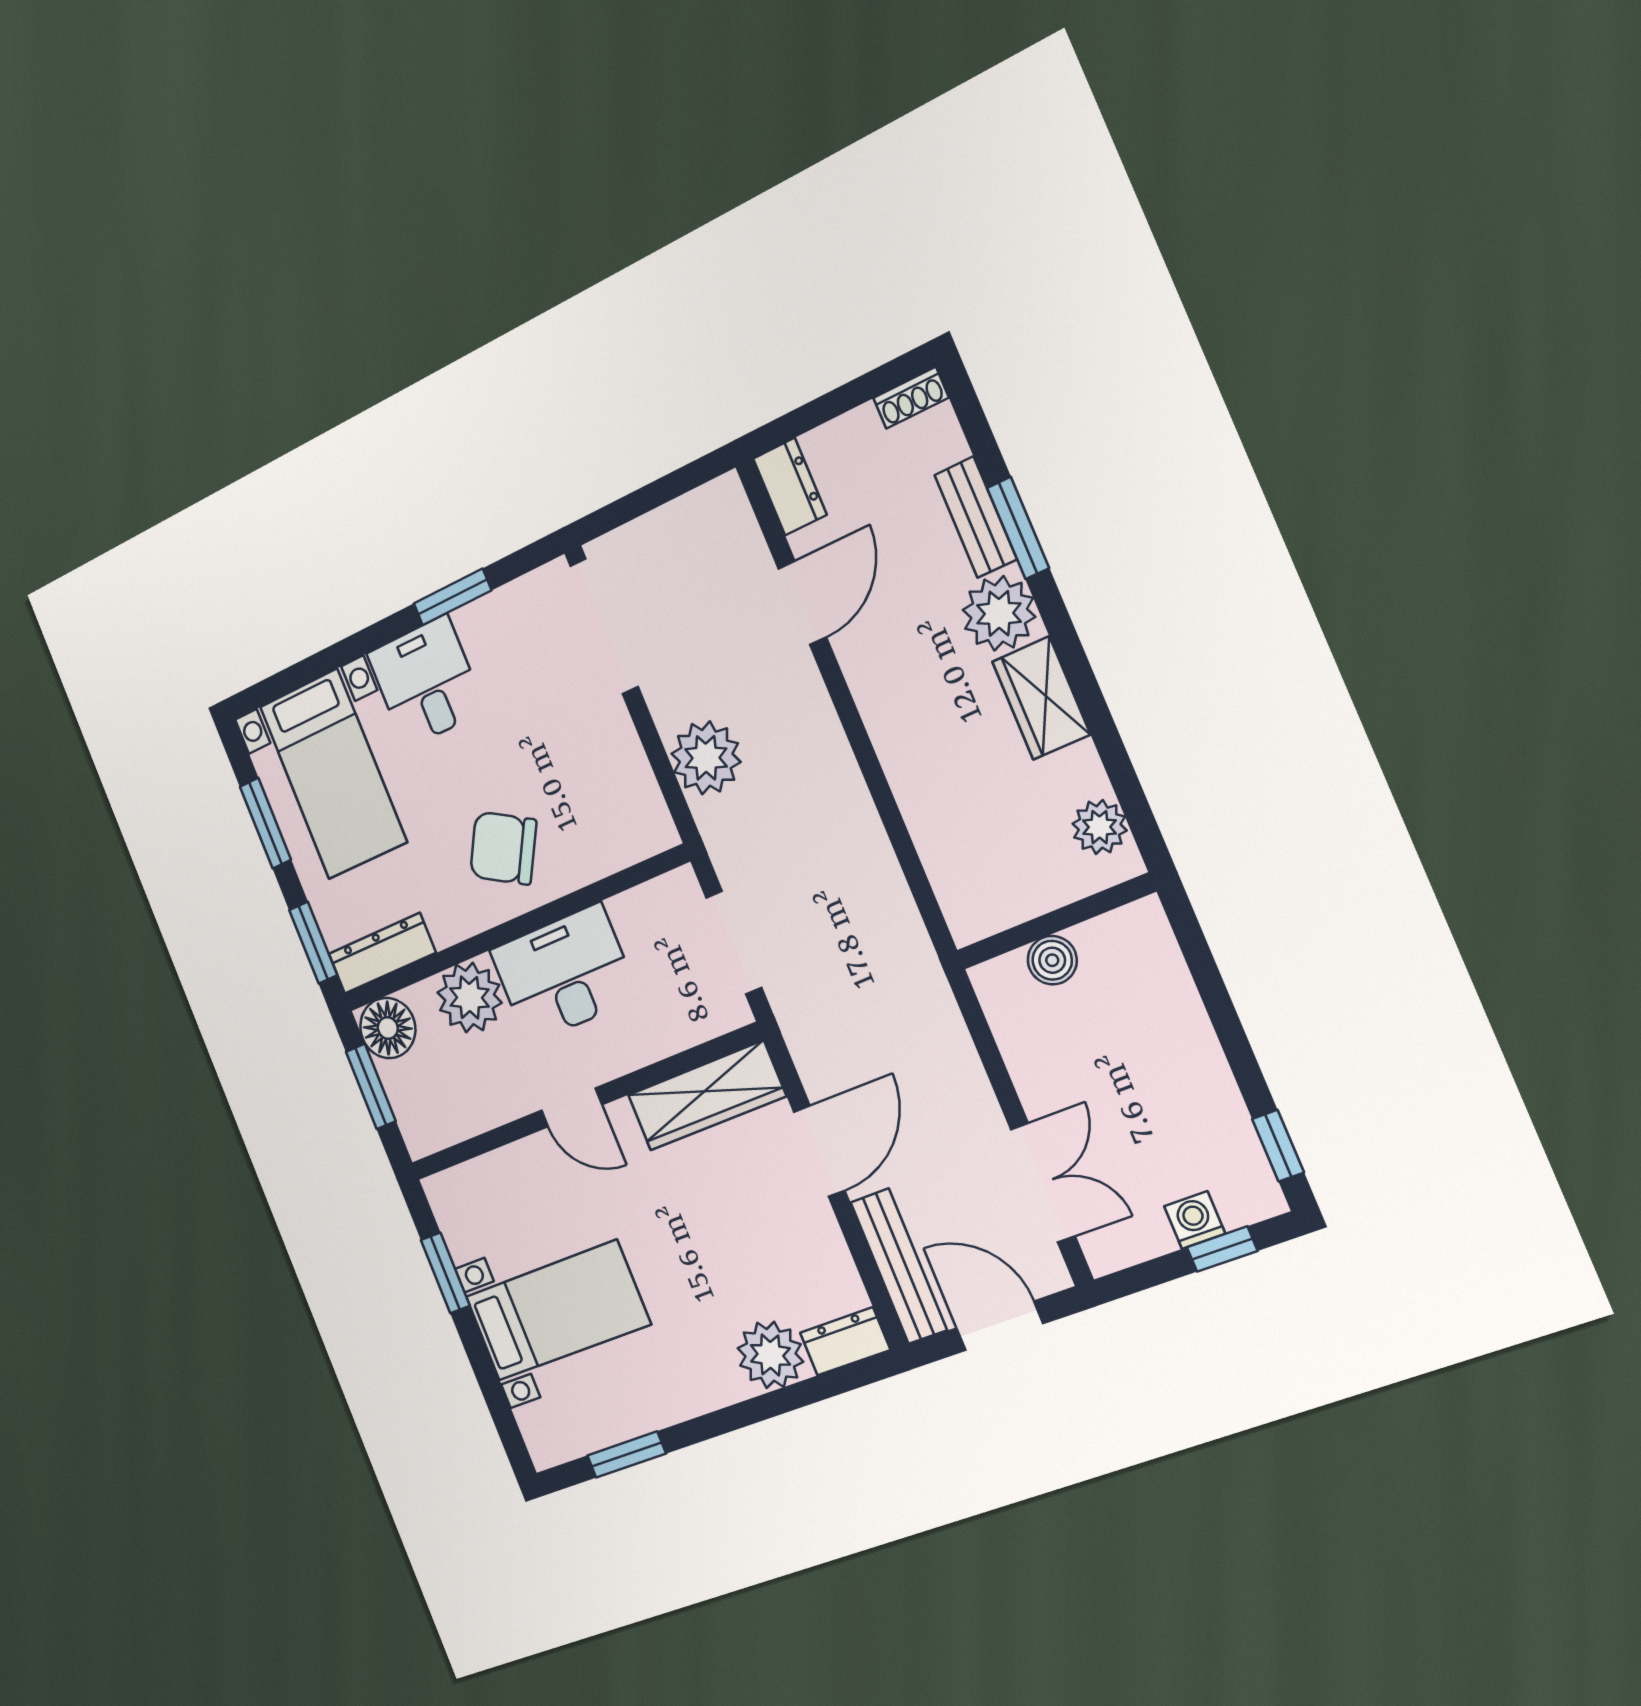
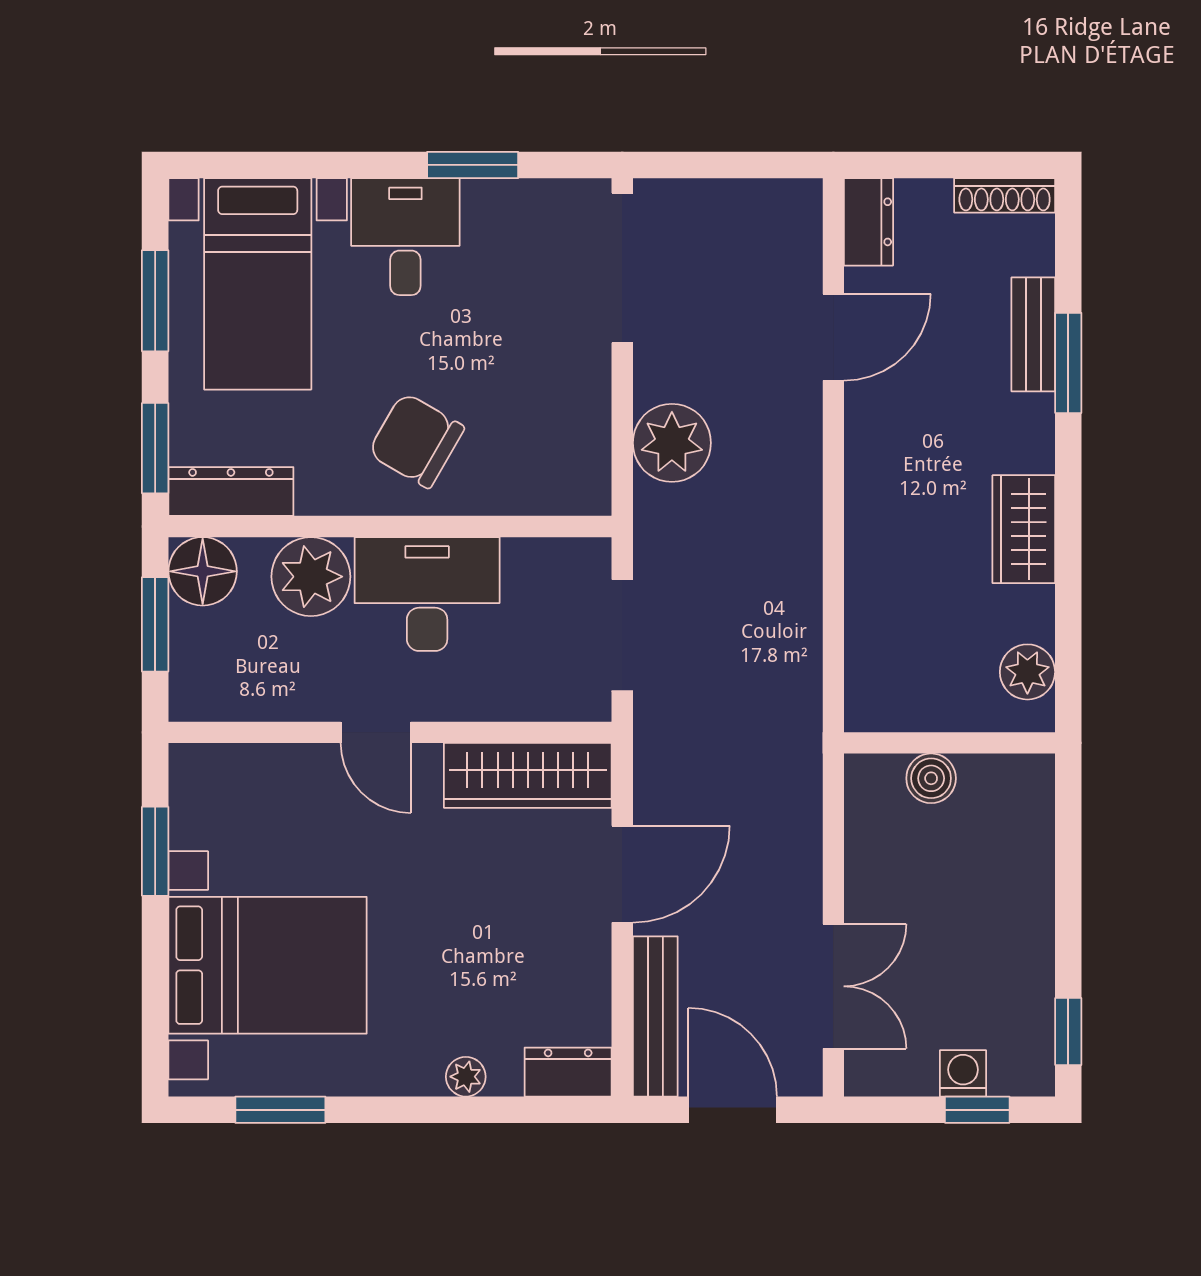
shoe rack: (911, 398) -> (1005, 195), width x1.43
plant: (999, 613) -> (1017, 433), removed
bed with nightstands: (557, 1311) -> (268, 965), width x1.36
plant: (770, 1355) -> (466, 1077), width x0.53, depth x0.53

